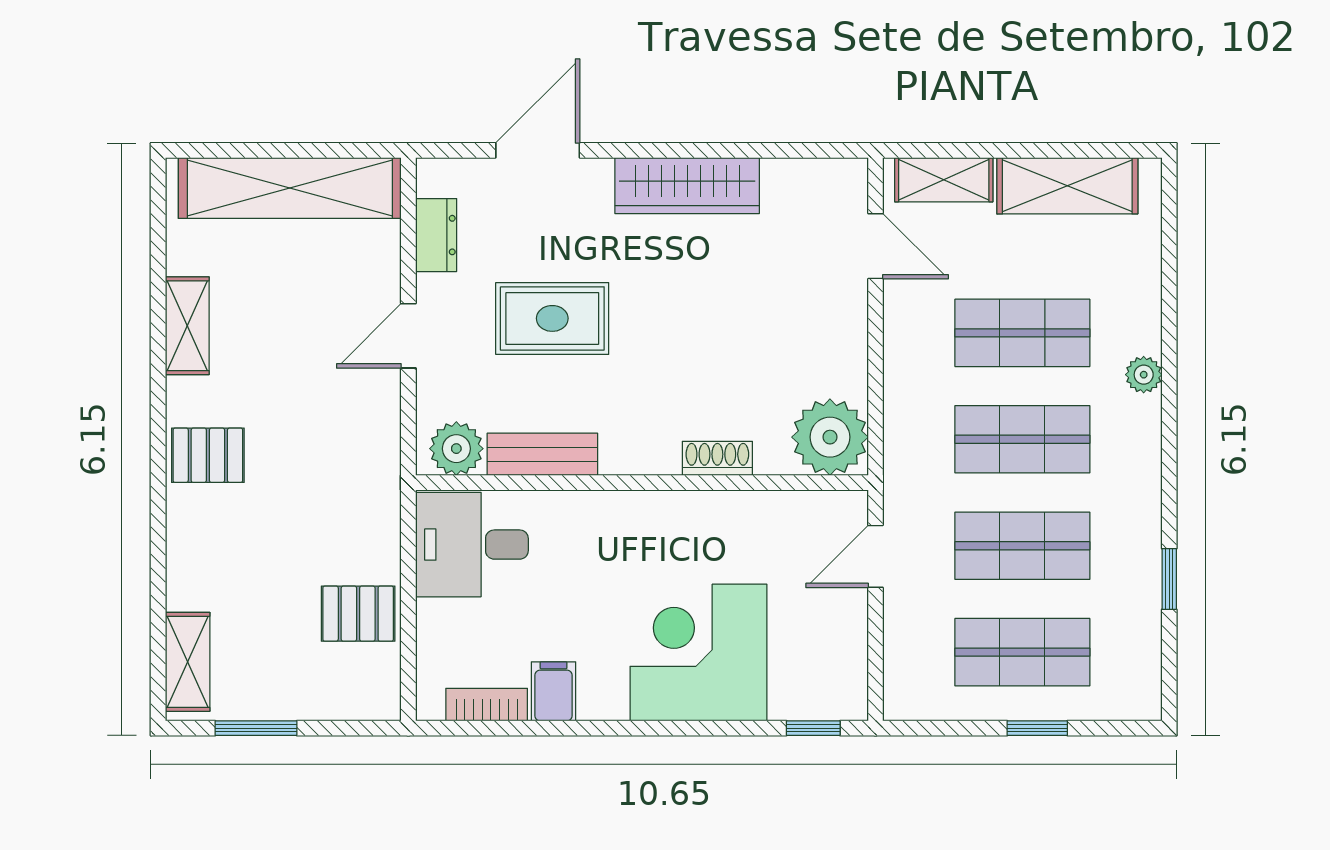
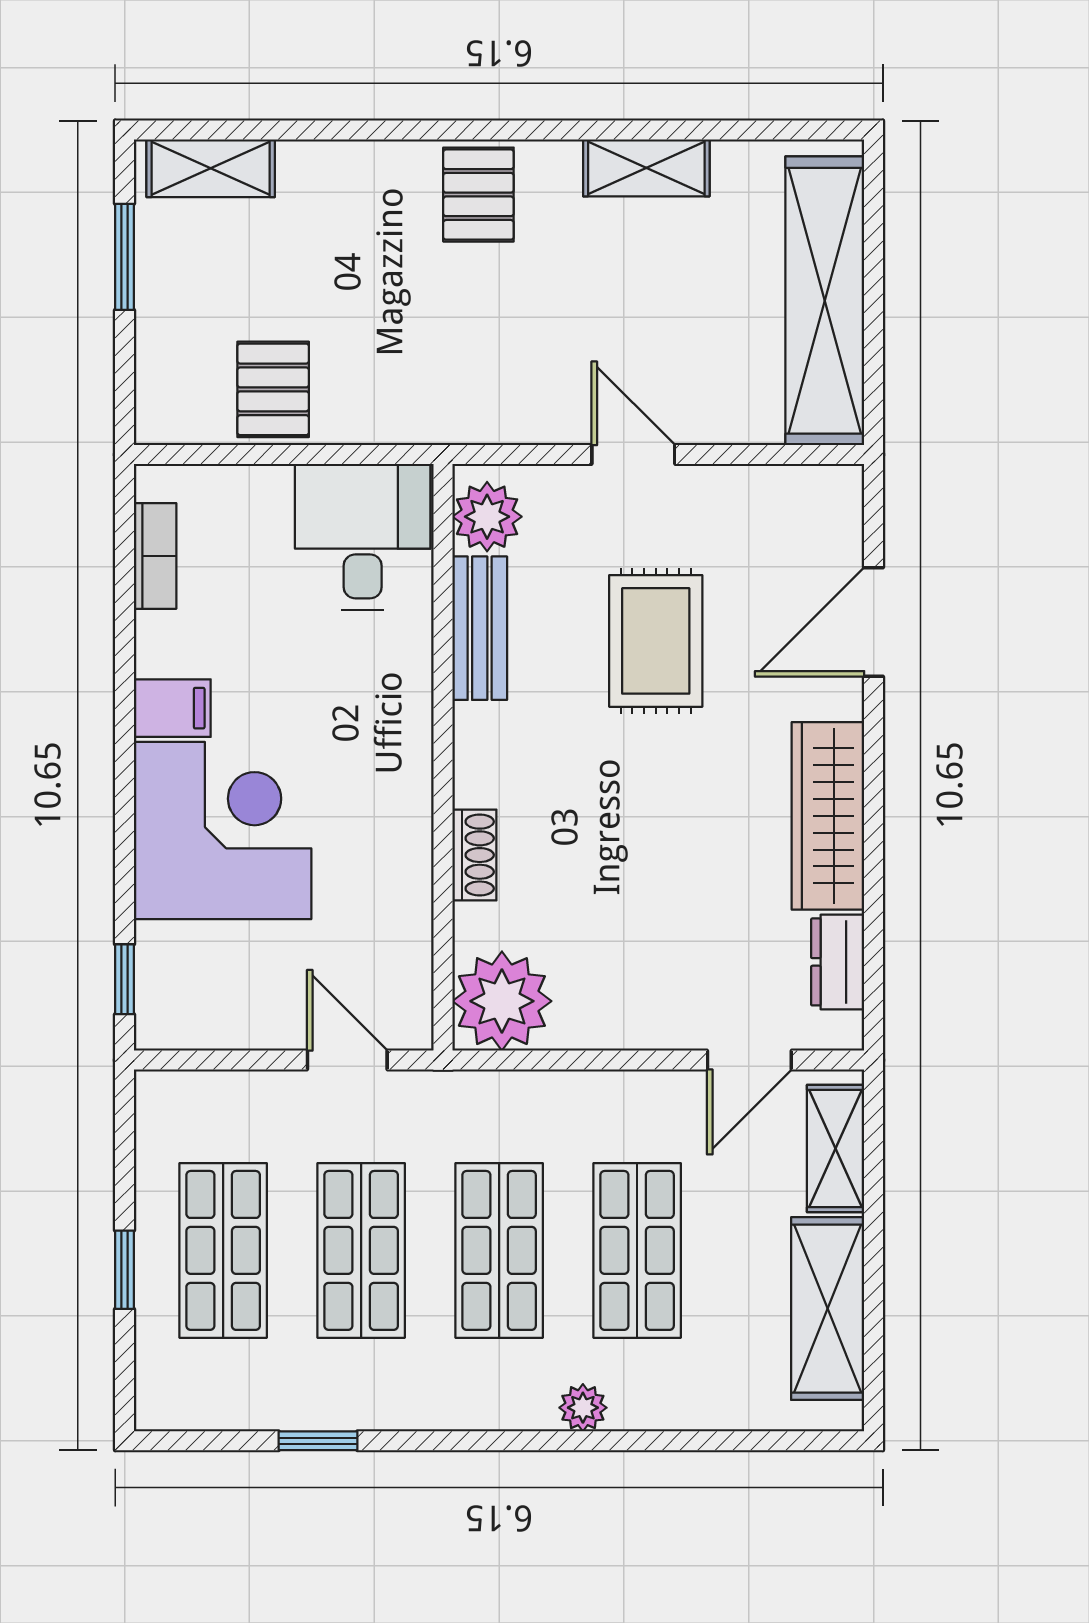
door: (538, 150) -> (874, 622), swing flipped
dresser: (436, 235) -> (838, 962), moved, turned 90
filing cabinet: (554, 691) -> (172, 708), moved

